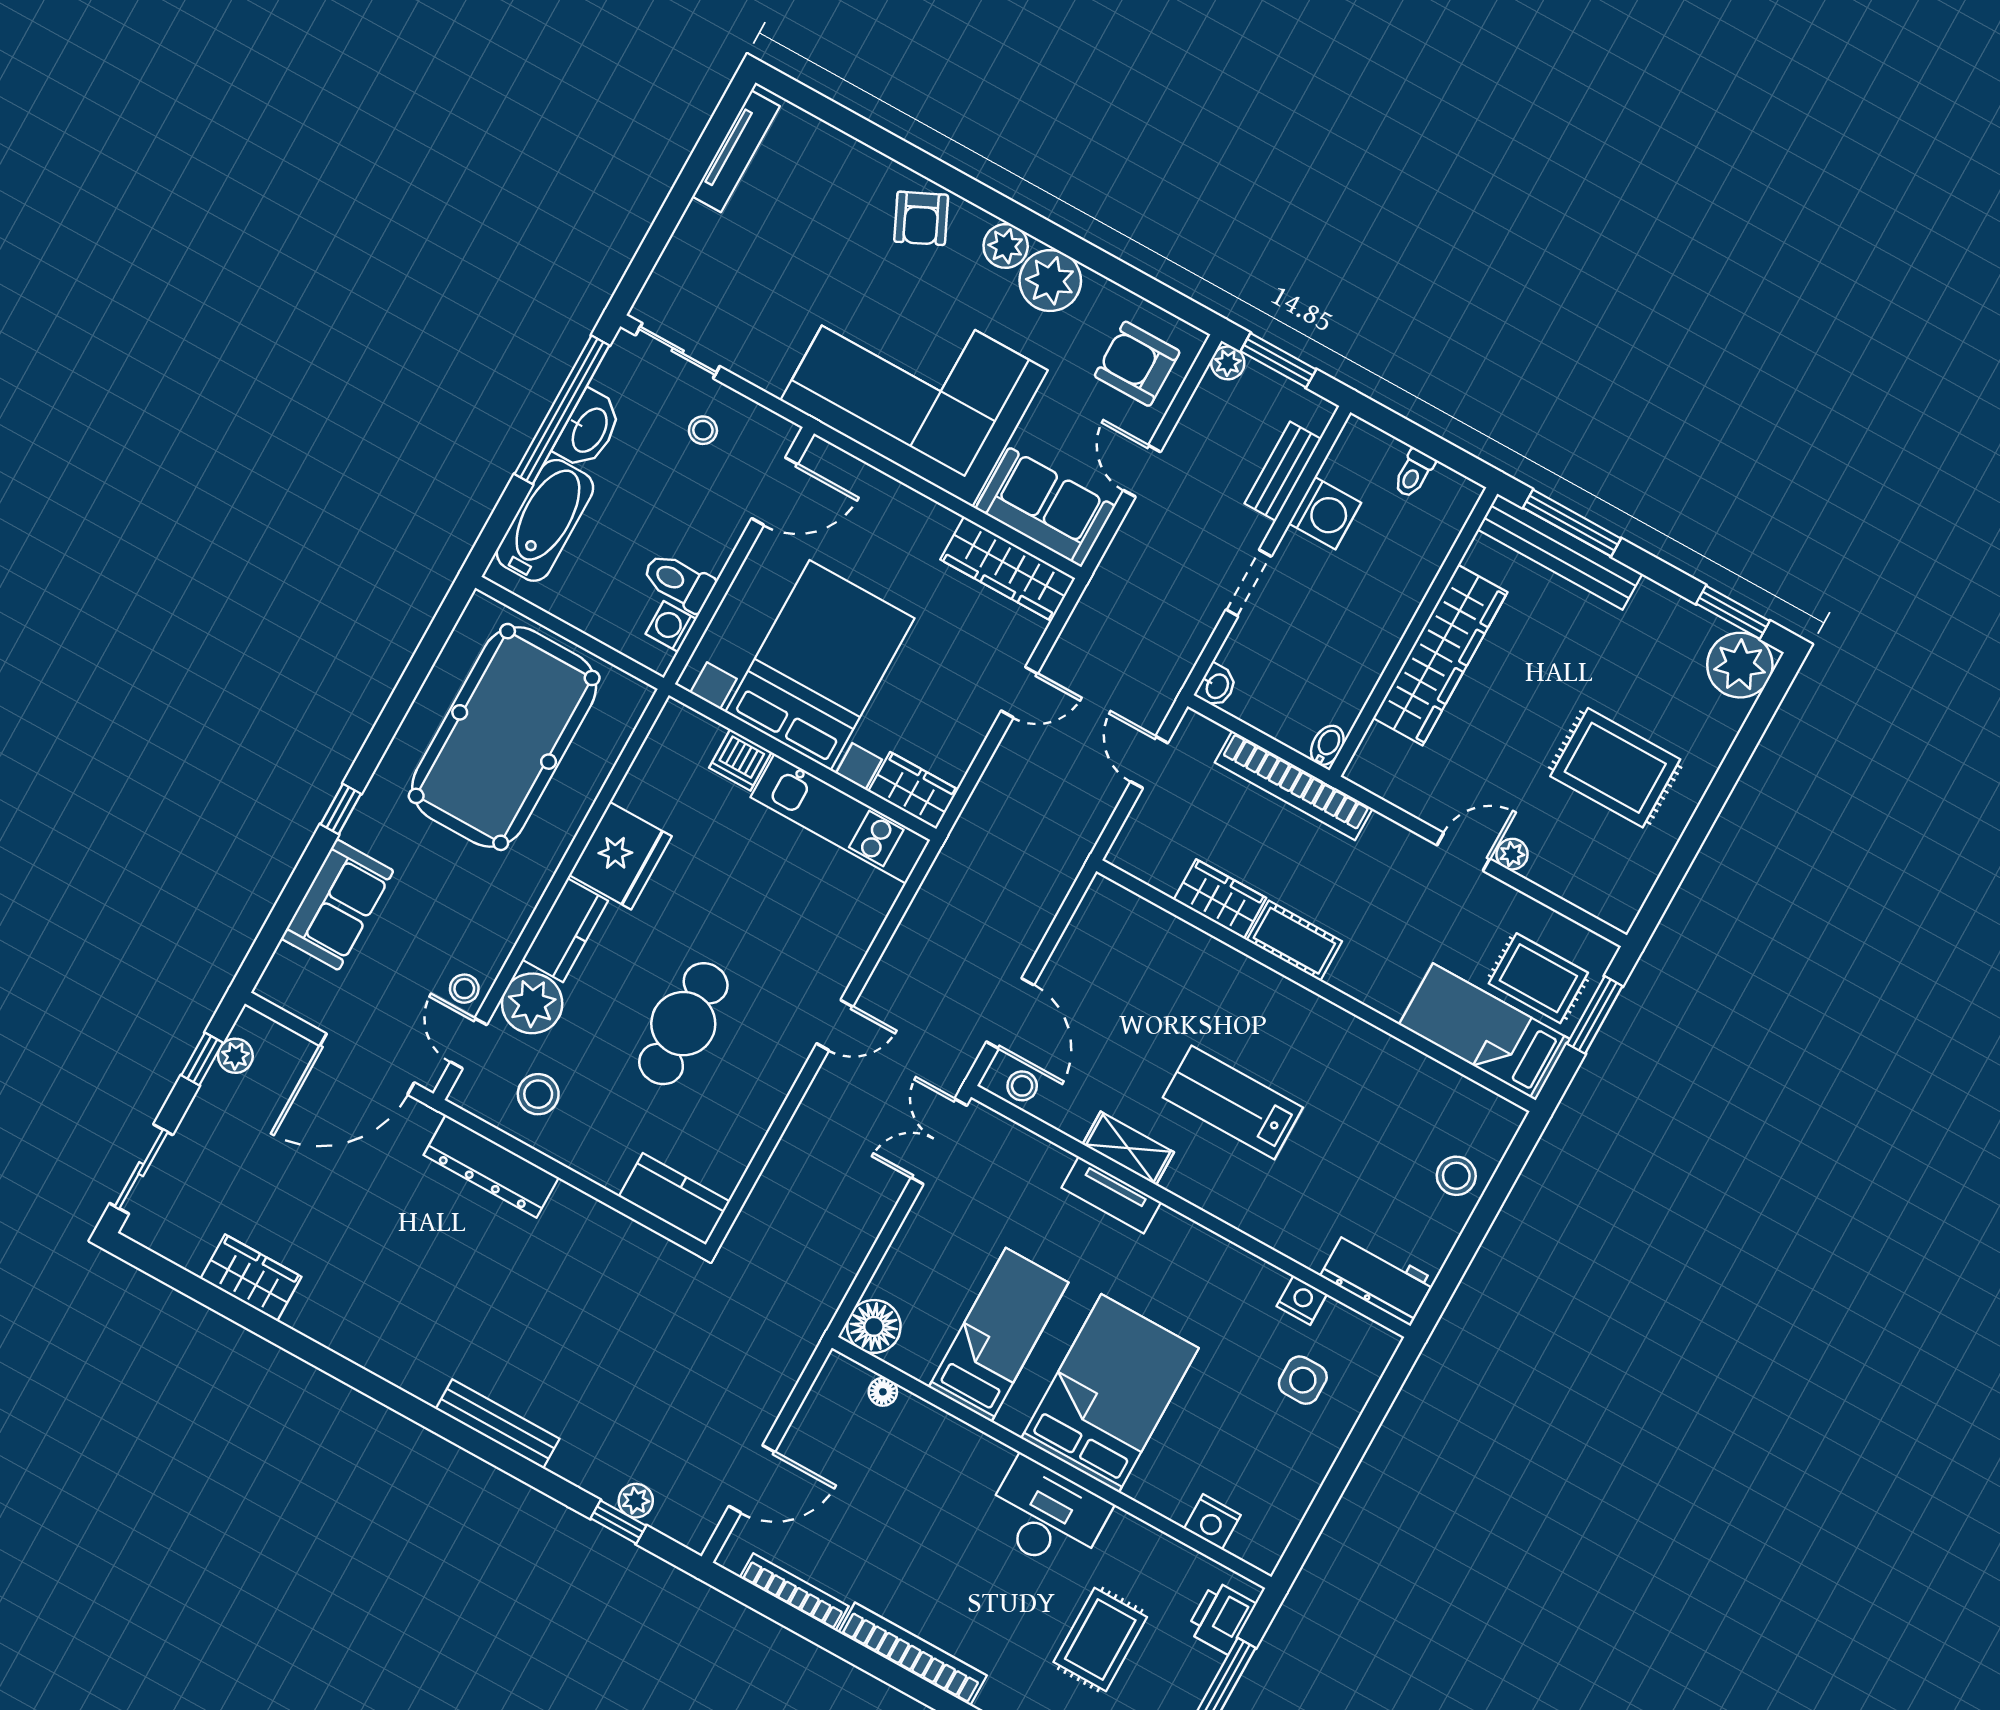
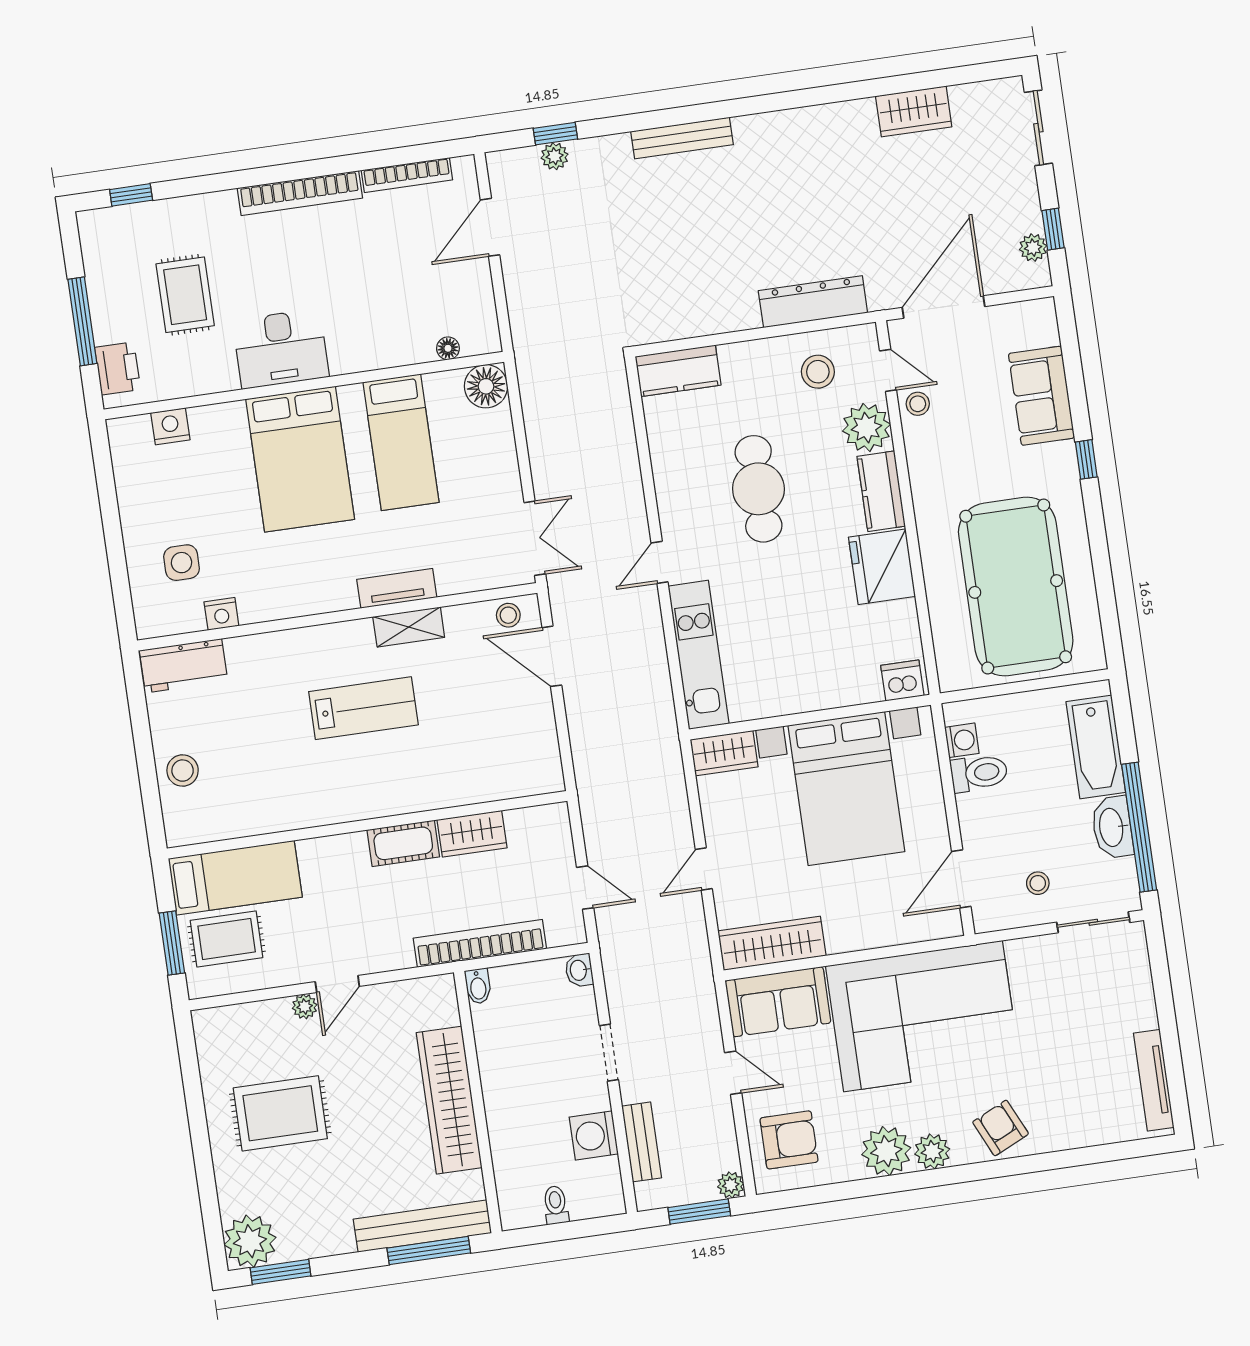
dishwasher: (740, 760) -> (902, 681), moved
kitchen unit: (840, 819) -> (699, 655), moved, turned 90

